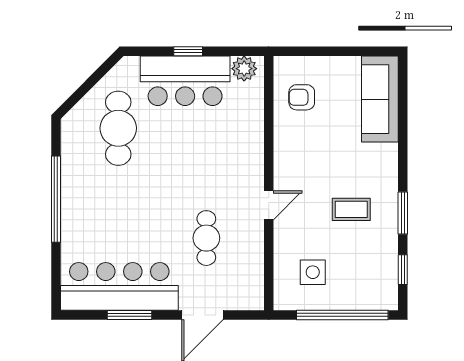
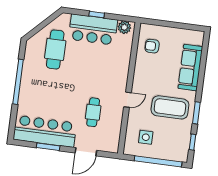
sofa: (380, 99) -> (190, 68), moved
coffee table: (351, 209) -> (170, 107), width x1.86, depth x1.72

